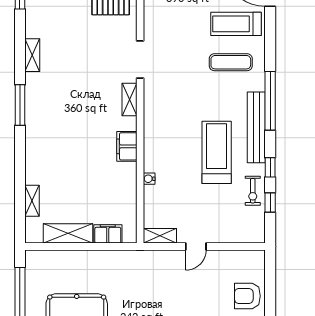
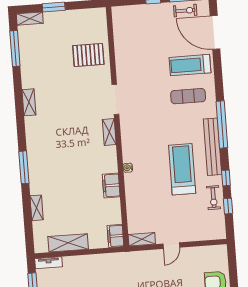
window: (20, 105) -> (24, 167), moved
filing cabinet: (127, 146) -> (111, 185), moved
water cooler: (149, 179) -> (128, 168), moved
shelving: (32, 201) -> (37, 208), moved
filing cabinet: (108, 234) -> (116, 236), moved, turned -90
tv unit: (42, 256) -> (49, 263), added

